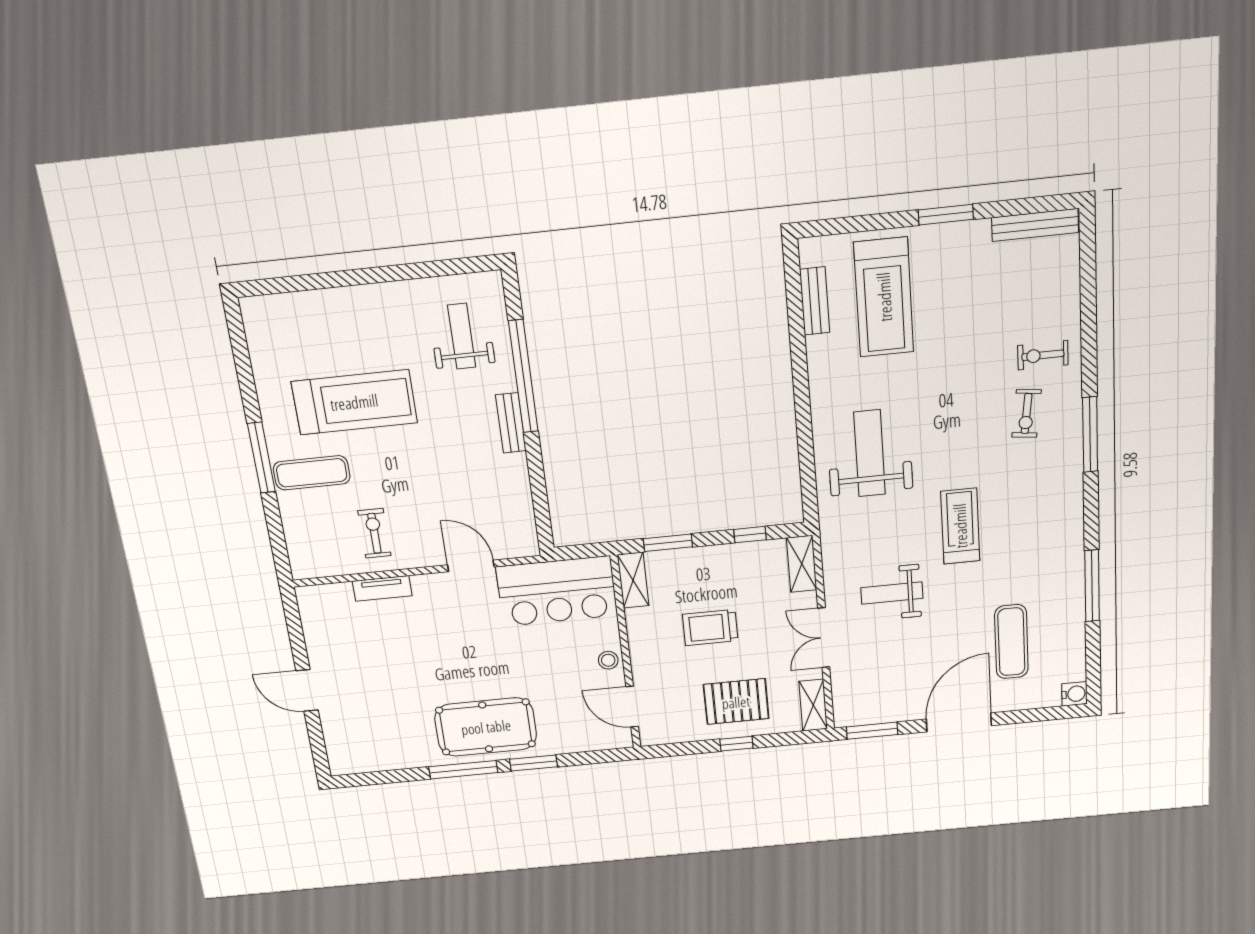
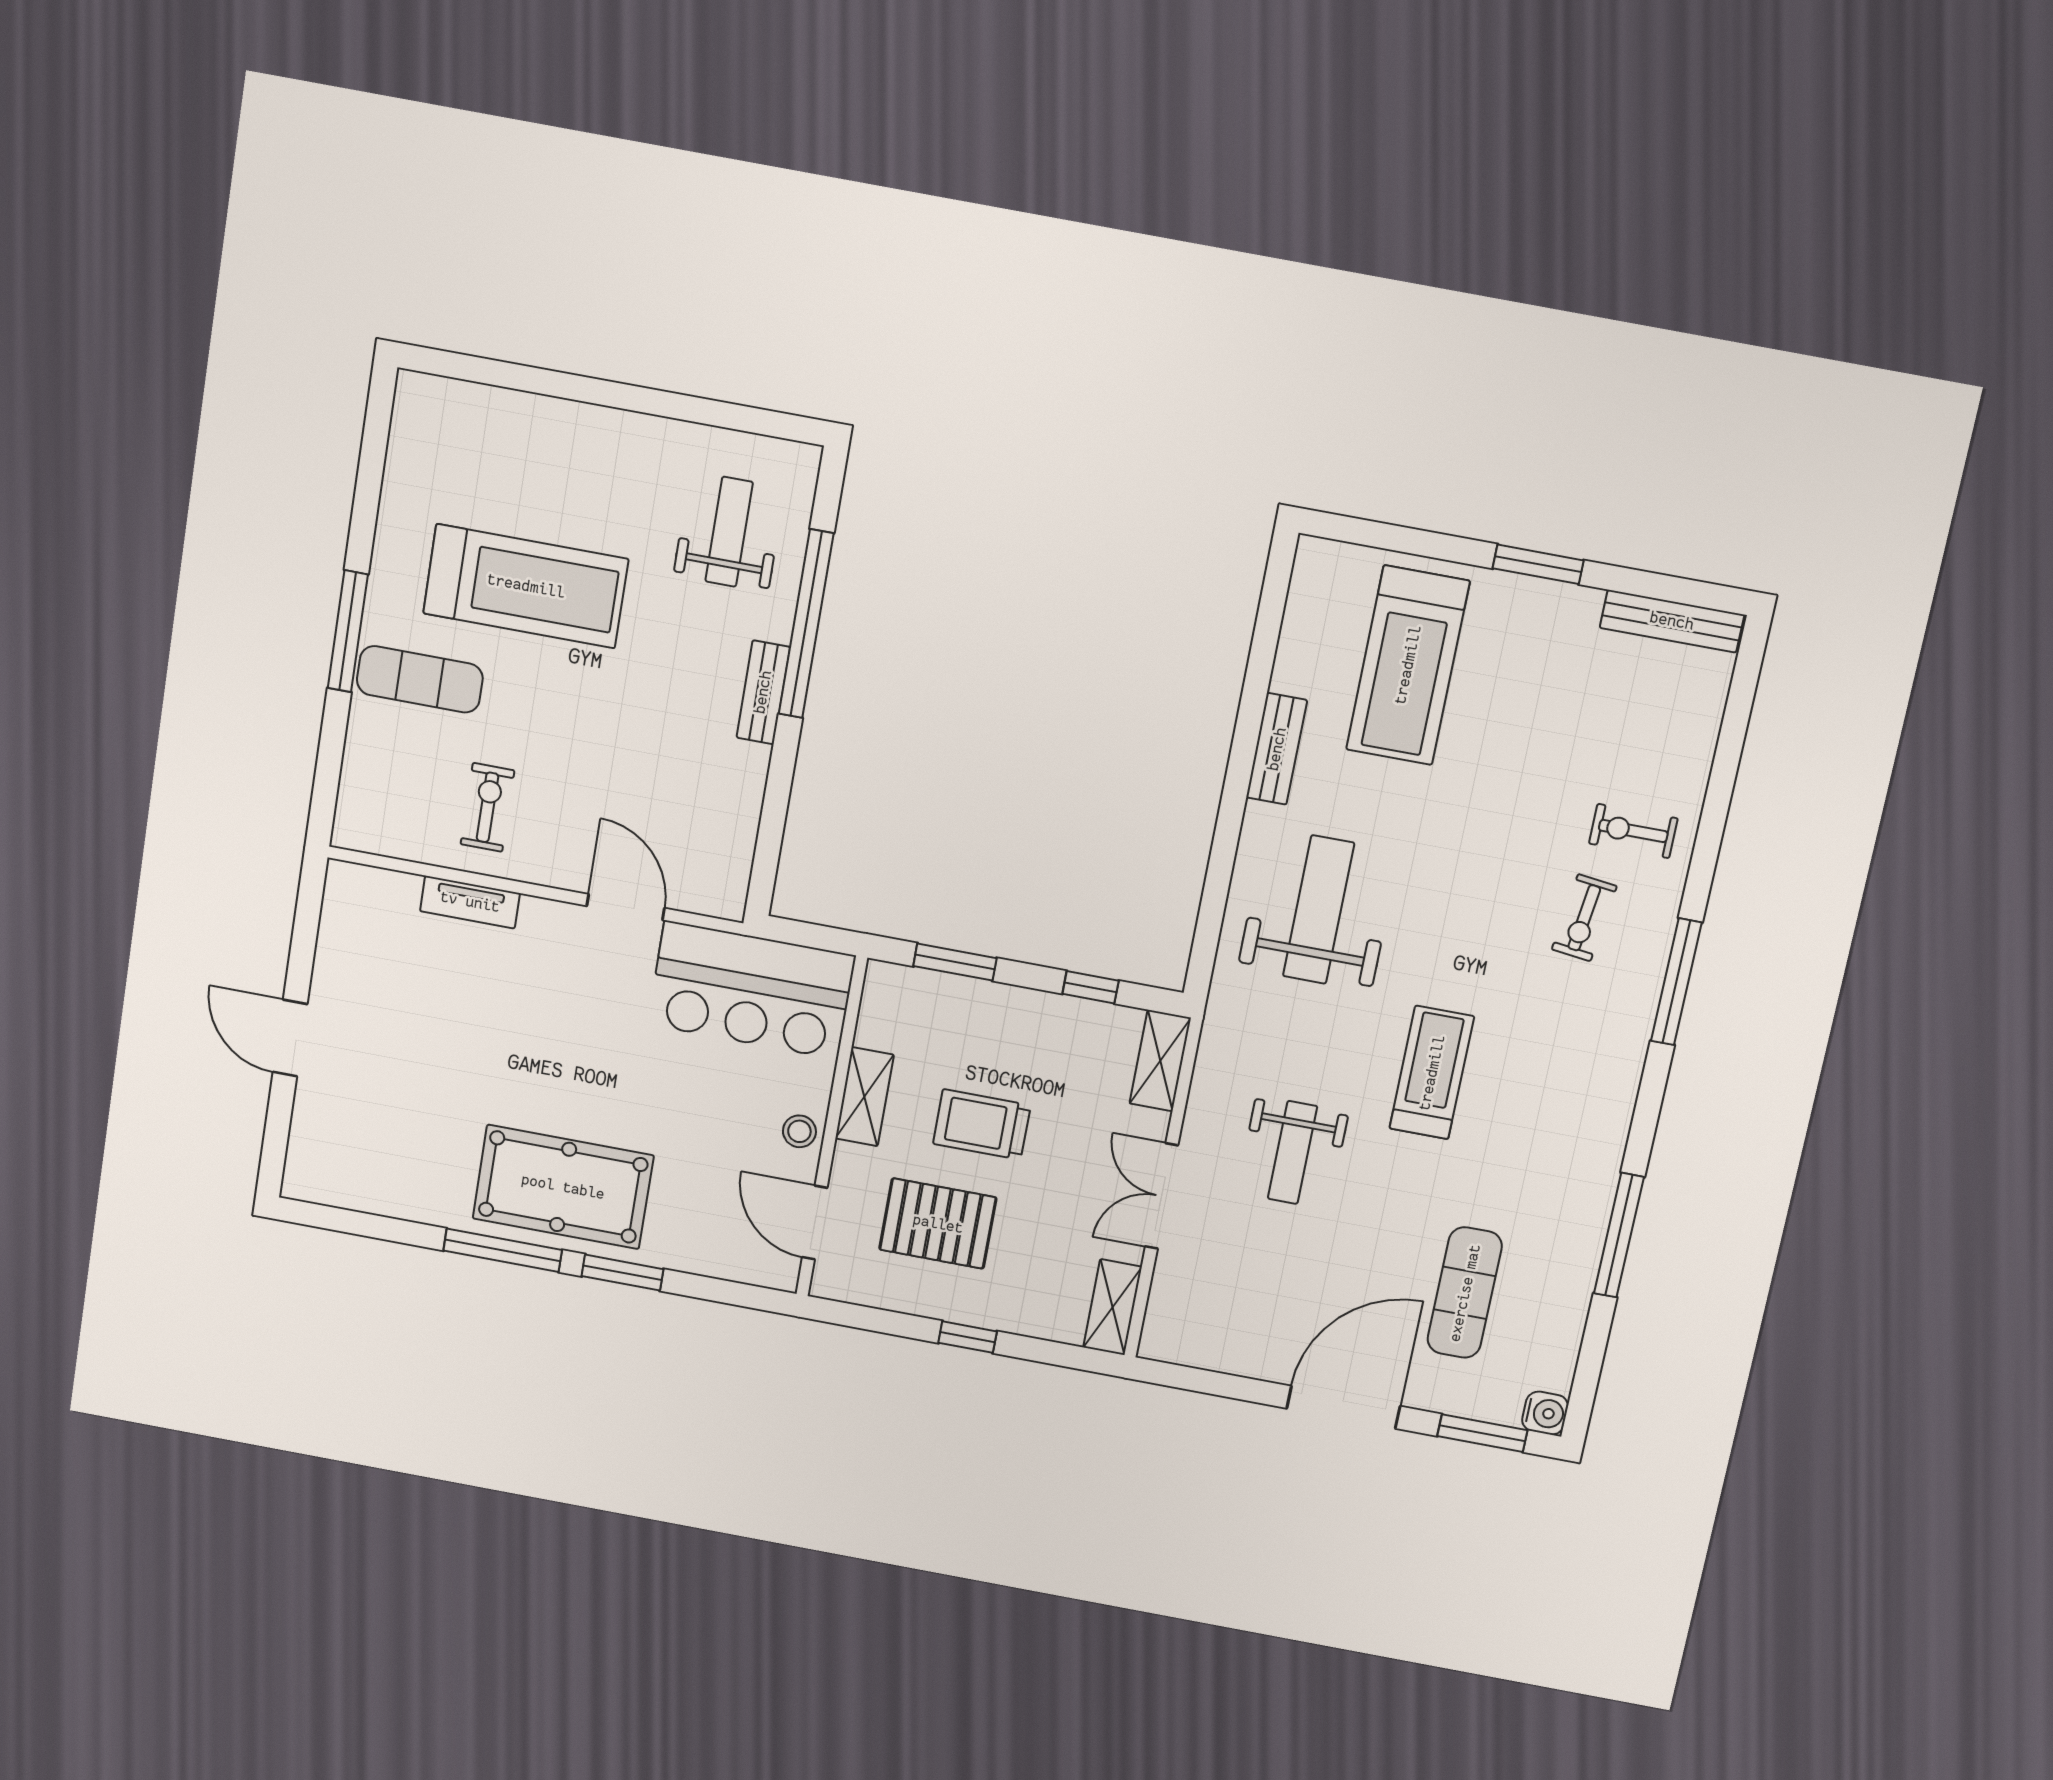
bench: (815, 301) -> (1277, 749), moved
shelving: (633, 580) -> (864, 1097), moved
weight bench: (892, 593) -> (1293, 1152), turned -90
pallet: (736, 702) -> (938, 1224), moved
window: (872, 731) -> (1482, 1433), moved

